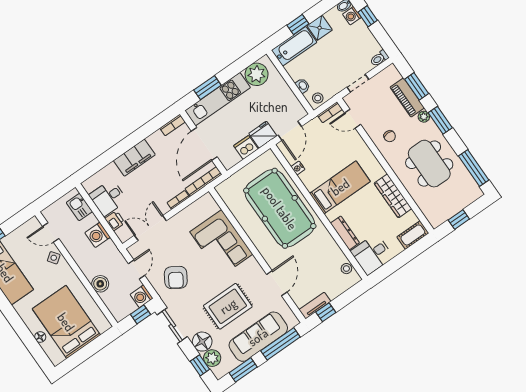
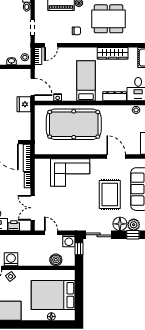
dishwasher: (246, 147) -> (24, 119), removed
washing machine: (98, 235) -> (11, 259), moved, turned 180
armchair: (176, 277) -> (72, 213), removed
boiler: (100, 284) -> (56, 260), moved

